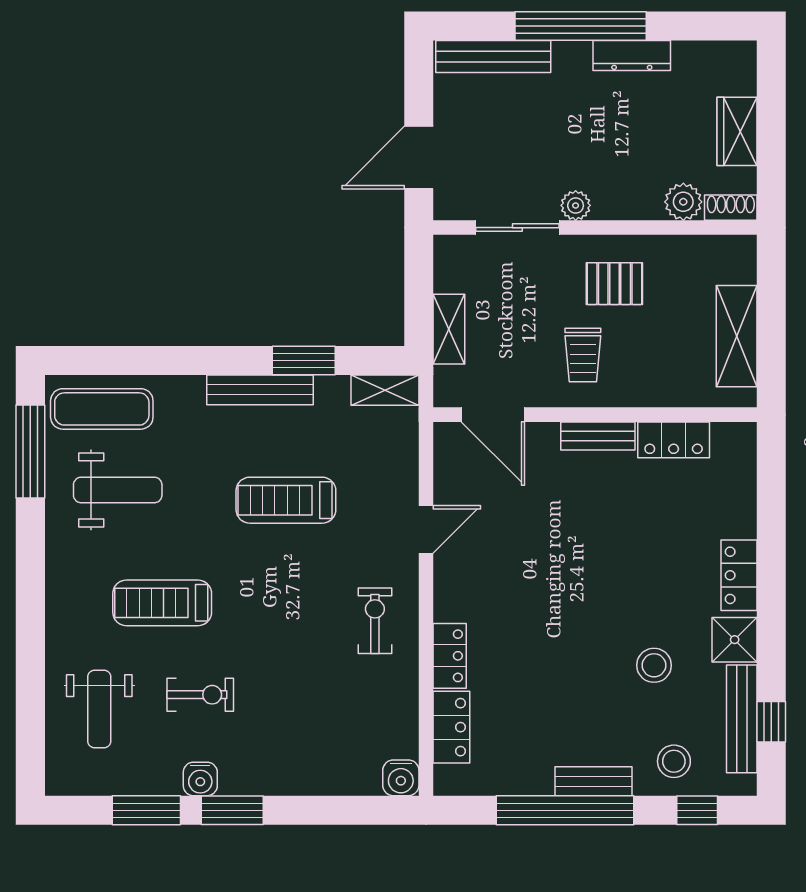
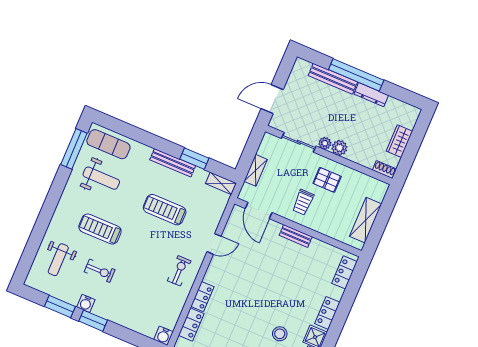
bench: (493, 57) -> (333, 79), moved
plant: (683, 202) -> (339, 148), moved
locker: (674, 440) -> (344, 272), moved, turned 90

